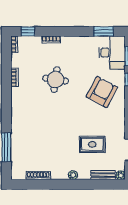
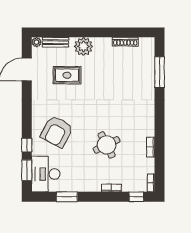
window: (104, 31) -> (67, 197), moved
round table: (56, 80) -> (107, 145), turned -34
plant: (73, 175) -> (83, 46), width x1.88, depth x1.88

